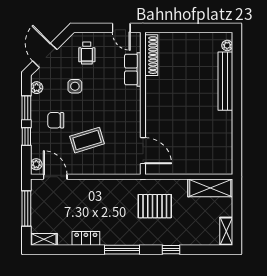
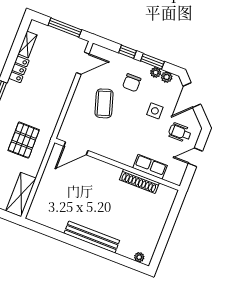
door: (121, 28) -> (195, 157), moved
door: (45, 55) -> (192, 95), swing flipped
shoe rack: (151, 55) -> (139, 181), moved
bench: (225, 81) -> (92, 237), moved
chair: (56, 120) -> (132, 83), turned 180
plant: (36, 164) -> (156, 72), moved
shelving: (44, 239) -> (27, 44), moved

